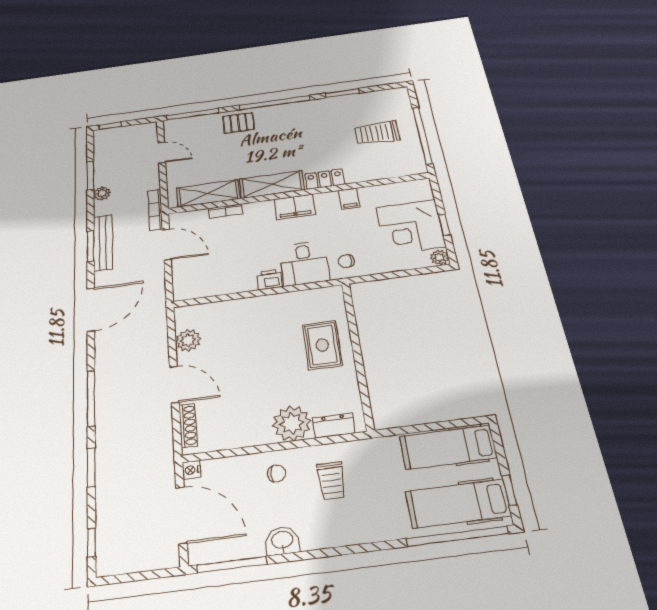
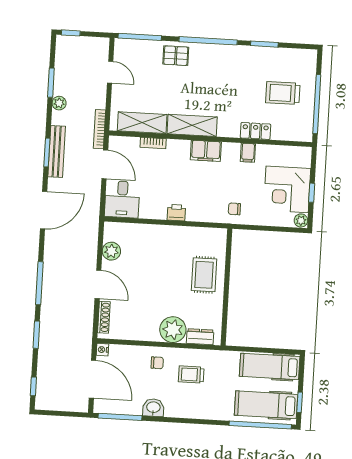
locker: (325, 179) -> (255, 131), moved
desk: (304, 263) -> (122, 199), moved
trolley: (331, 481) -> (191, 375), turned 90

